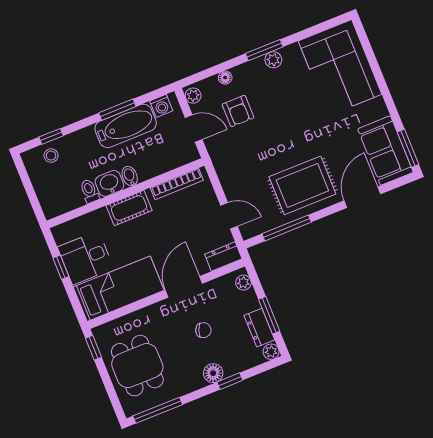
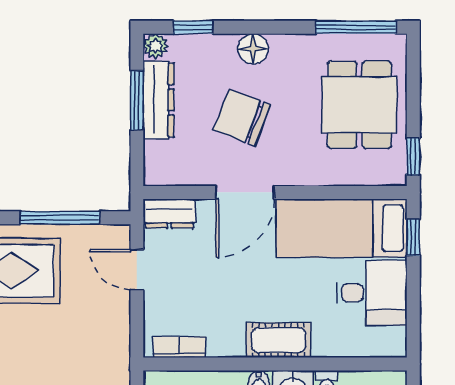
bookcase: (177, 184) -> (180, 347), width x0.64
window: (61, 267) -> (413, 237), moved
plant: (243, 283) -> (155, 163), removed
dresser: (259, 328) -> (158, 100), width x1.44
chair: (203, 330) -> (242, 117), width x1.87, depth x1.87
window: (230, 381) -> (193, 27), moved

